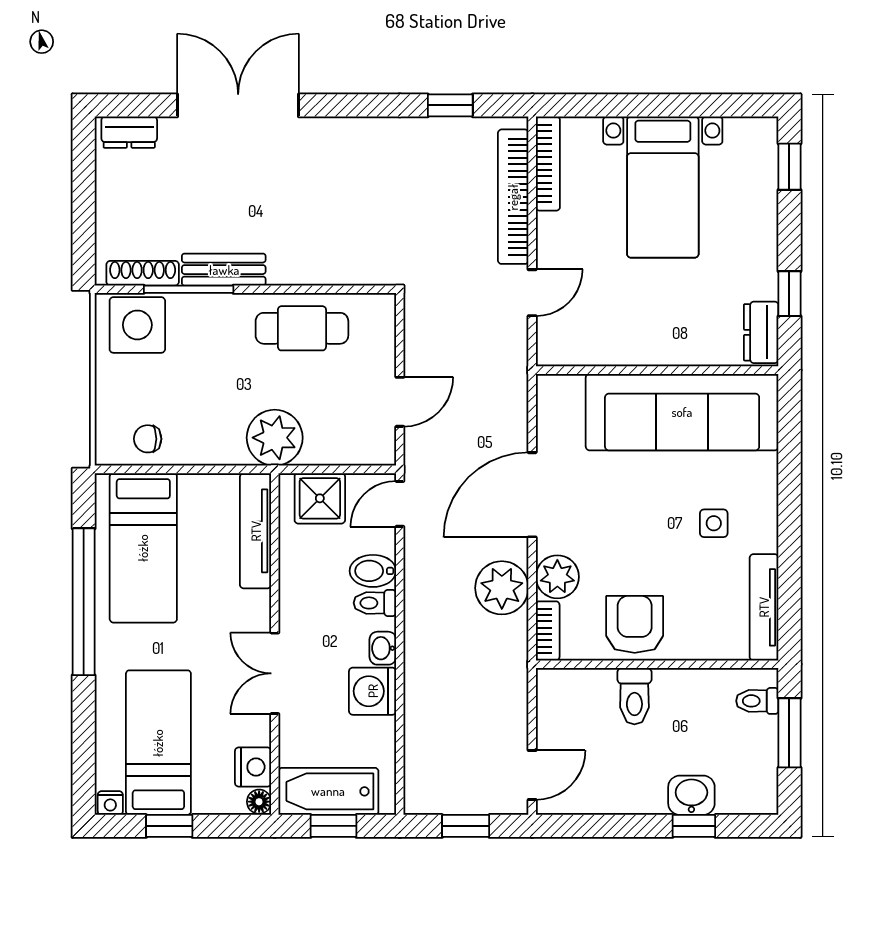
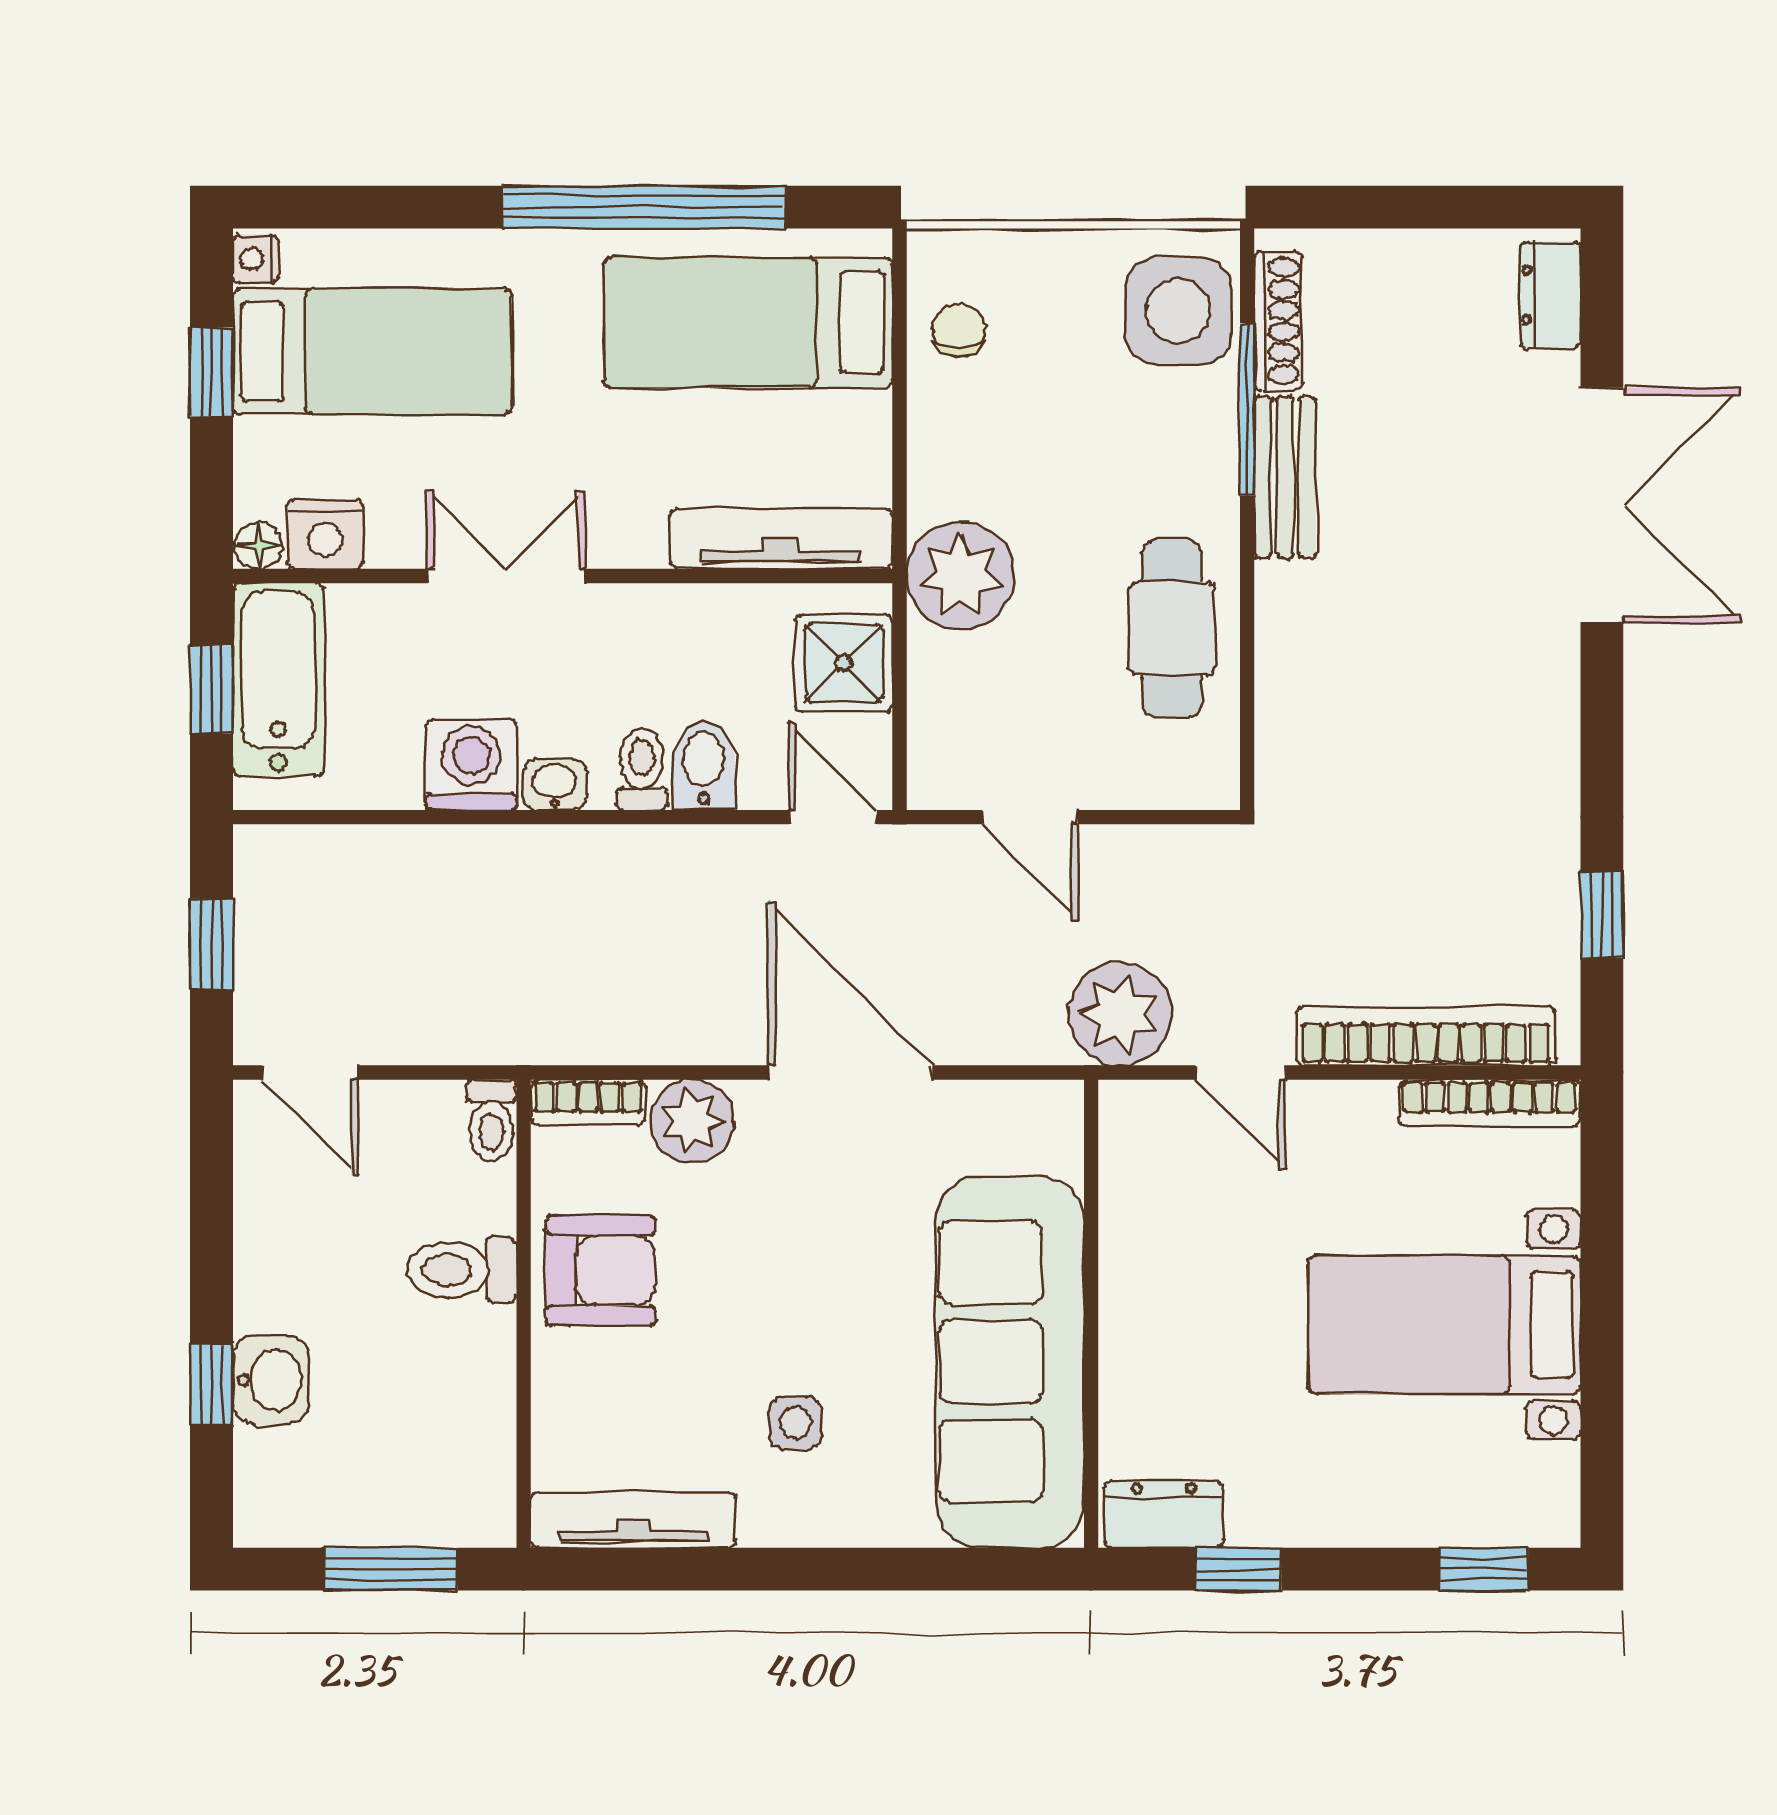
plant: (502, 588) -> (1120, 1014), moved
toilet: (757, 701) -> (491, 1121), moved, turned 180

